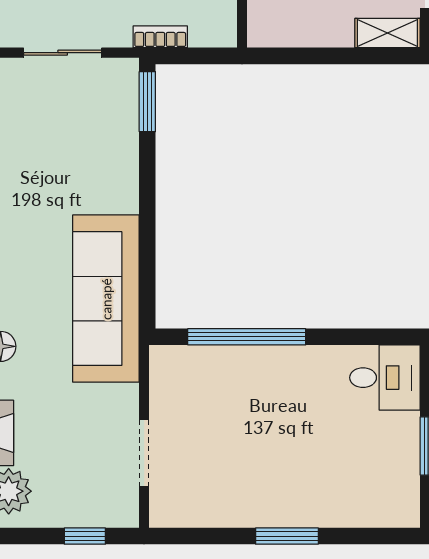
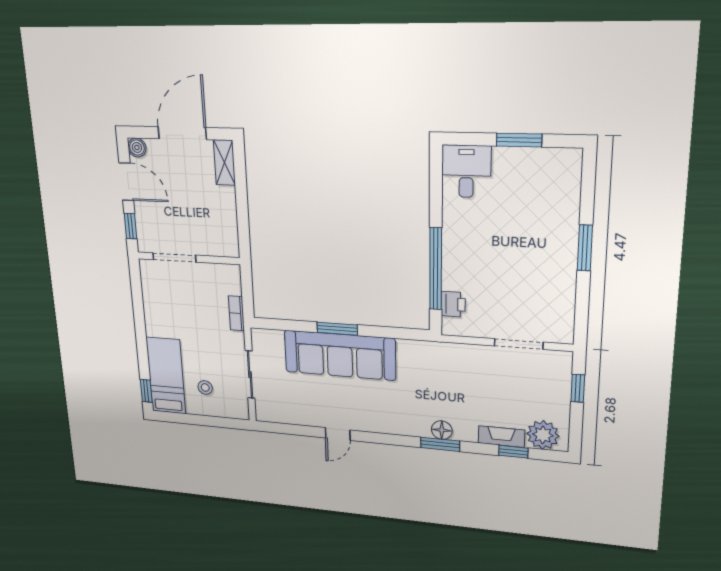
window: (147, 102) -> (337, 329), moved
sofa: (106, 299) -> (340, 355), moved
printer: (196, 362) -> (453, 304), added

